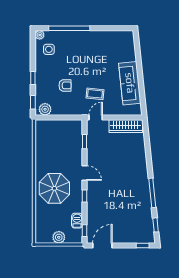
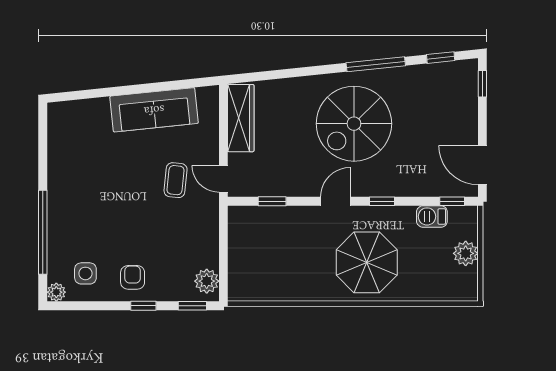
armchair: (65, 85) -> (133, 277), moved
spiral stairs: (123, 182) -> (354, 124), added

